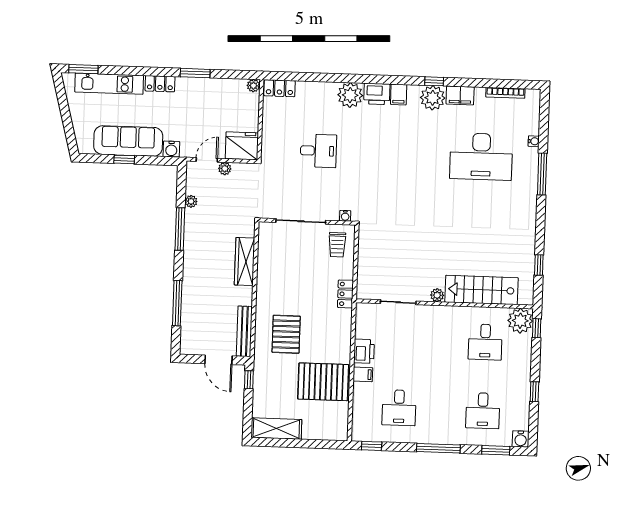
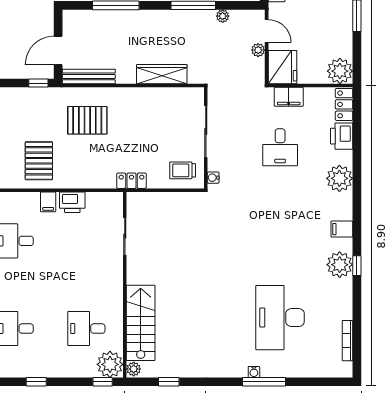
plant: (253, 86) -> (340, 71), width x1.88, depth x1.88
printer: (377, 94) -> (342, 136), moved
filing cabinet: (460, 95) -> (289, 97), moved, turned -90
water cooler: (534, 141) -> (254, 372), moved
plant: (437, 295) -> (134, 369), moved
pallet: (323, 382) -> (39, 161), width x0.73, depth x0.71

